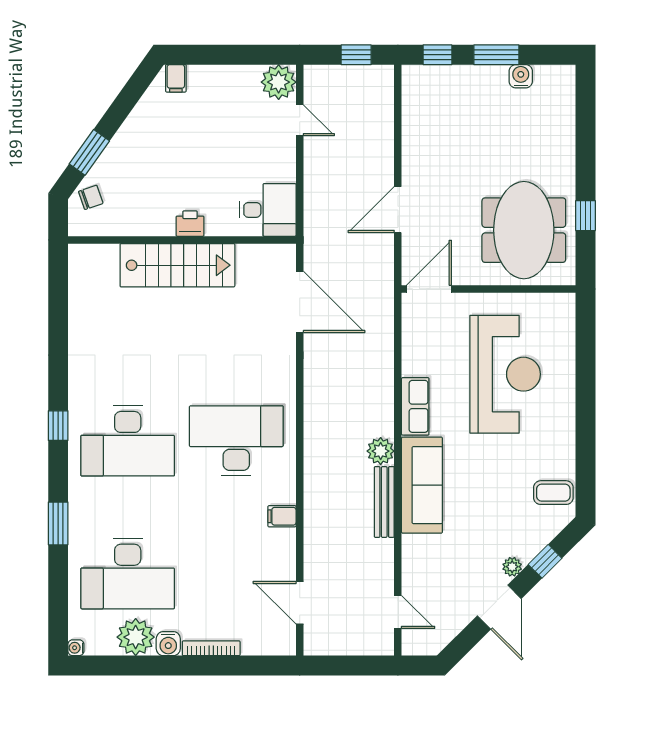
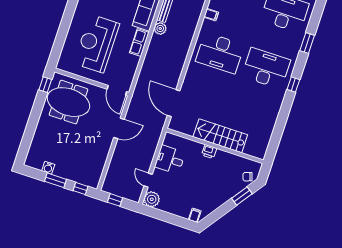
desk: (268, 210) -> (170, 160), moved
window: (585, 216) -> (45, 85), moved
meeting table: (524, 230) -> (68, 102), turned 90
door: (429, 289) -> (117, 90), hinge flipped

